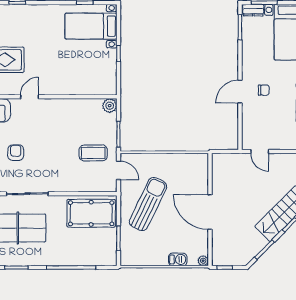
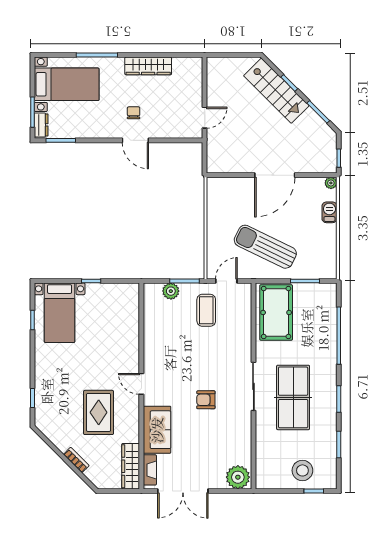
plant: (110, 106) -> (171, 291), moved

